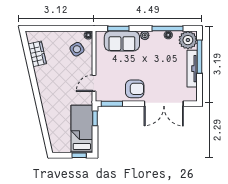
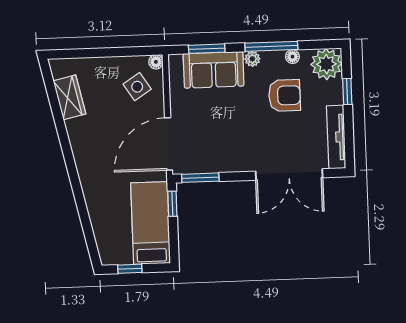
window: (167, 28) -> (271, 46), moved
window: (199, 57) -> (347, 92), width x0.46
tv unit: (192, 69) -> (336, 137), moved
door: (94, 83) -> (169, 144), width x1.88
armchair: (135, 89) -> (284, 95), moved
window: (79, 155) -> (130, 269), moved

